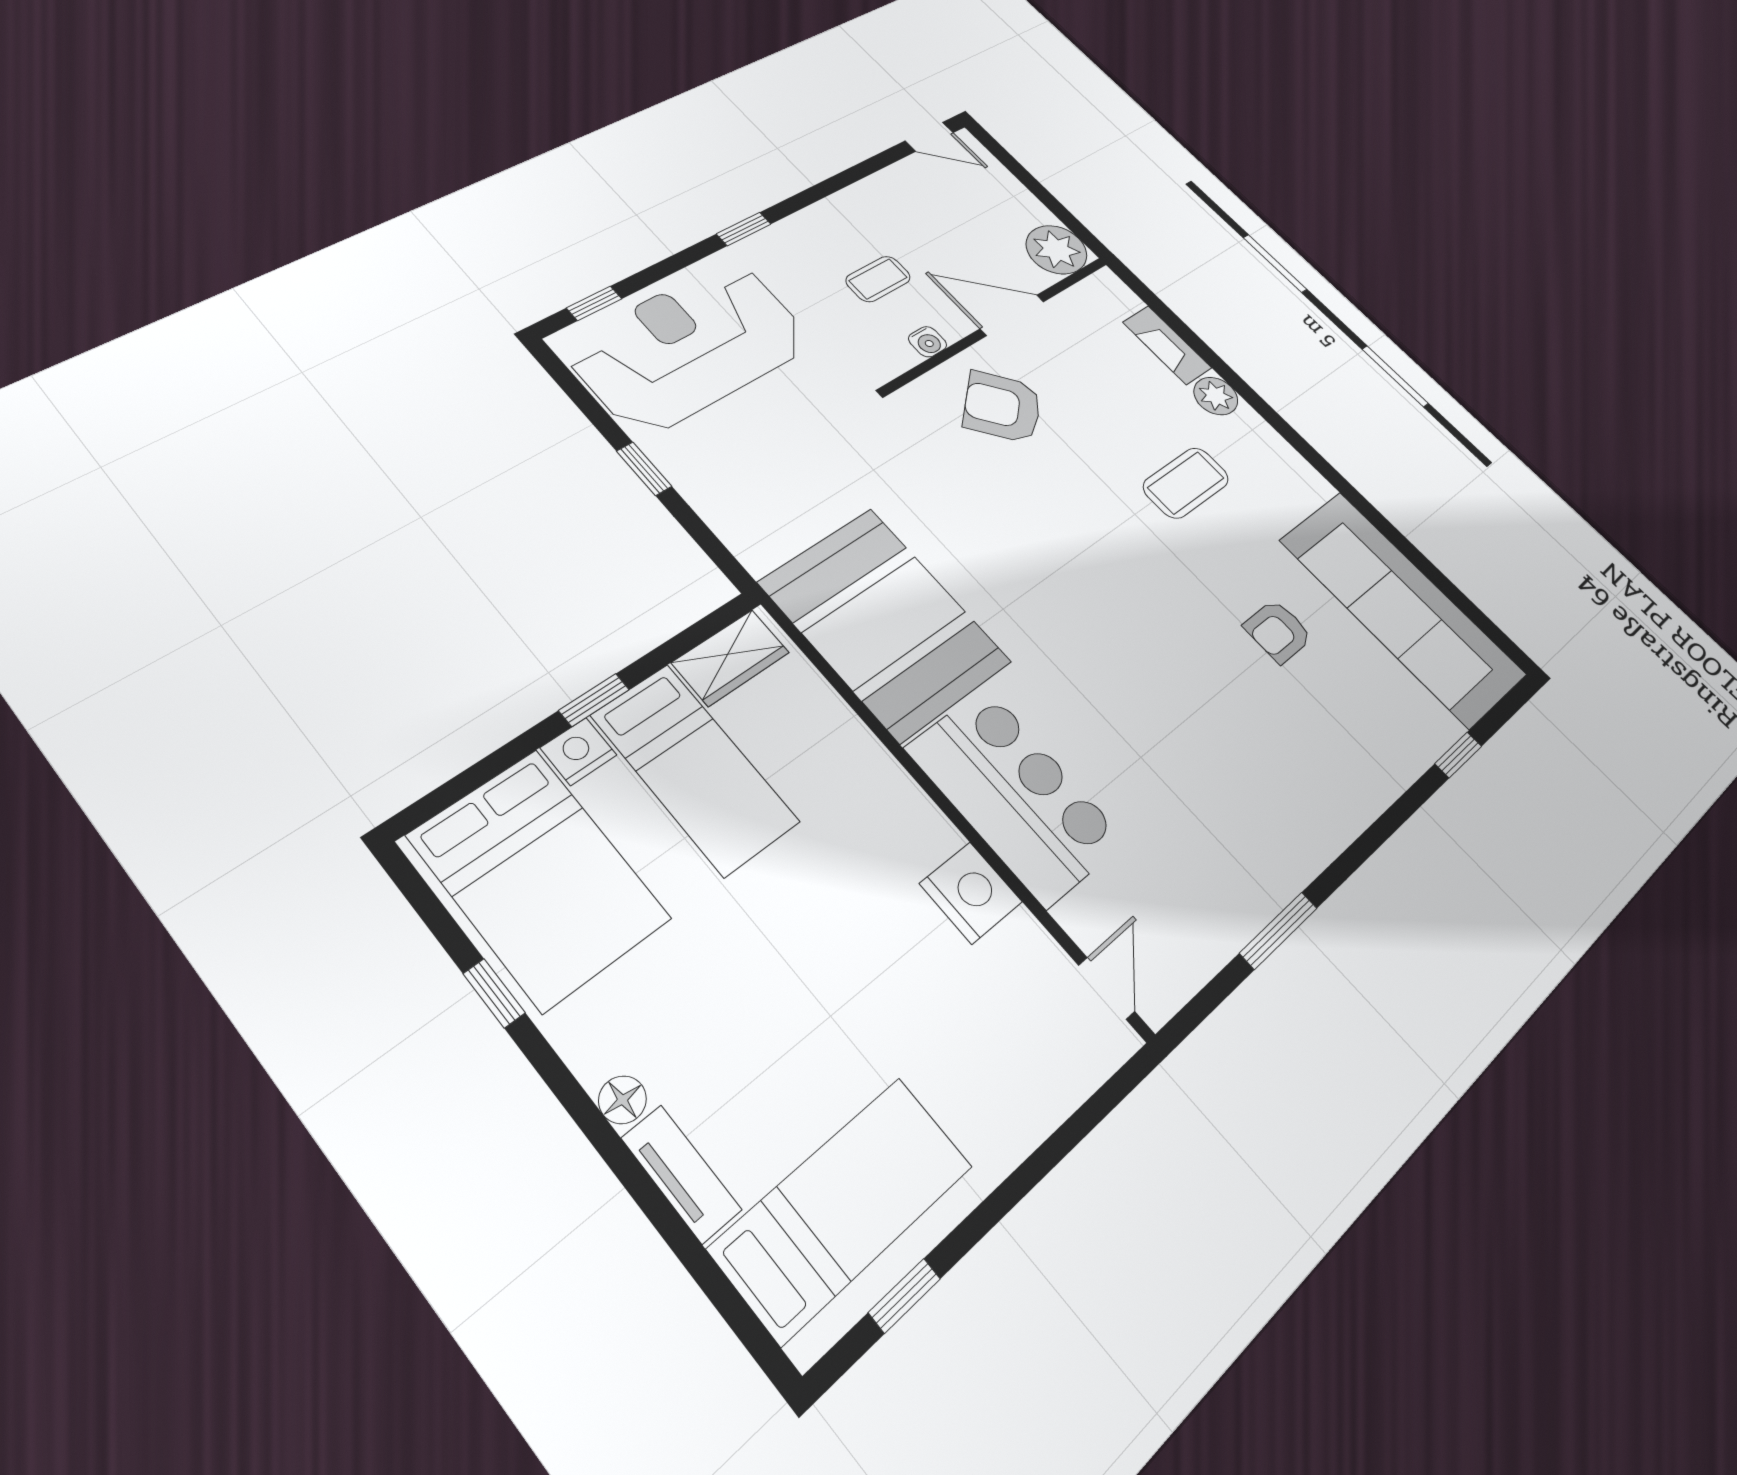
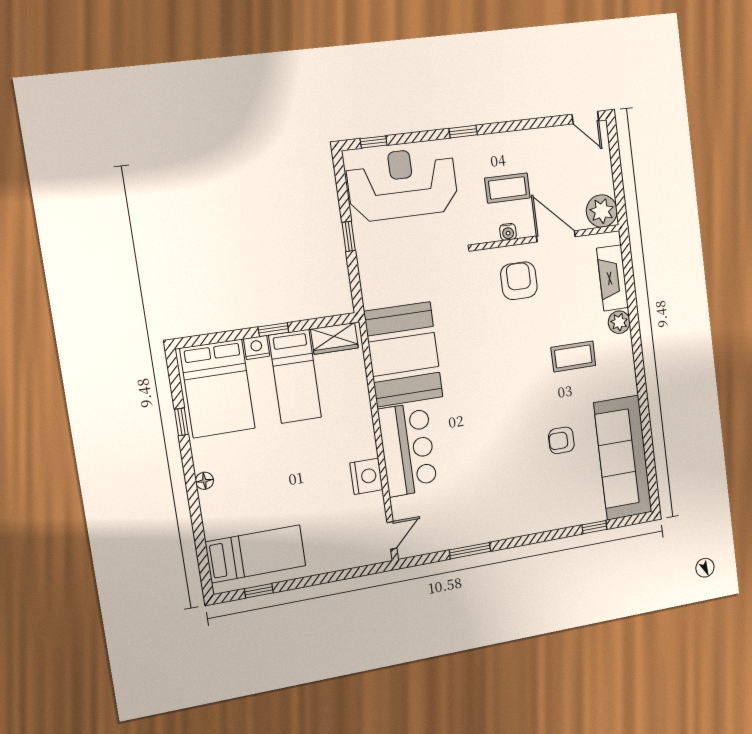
coffee table: (878, 279) -> (507, 188), width x1.36, depth x1.30
fireplace: (1167, 345) -> (612, 278), width x1.37, depth x1.32
armchair: (1002, 407) -> (519, 281), turned 40
tv unit: (681, 1174) -> (210, 515), removed

